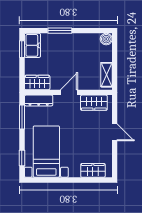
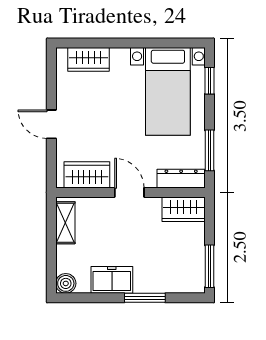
freezer: (32, 45) -> (112, 280), moved, turned 90
window: (22, 49) -> (209, 266), width x1.50
door: (69, 92) -> (129, 192), swing flipped

